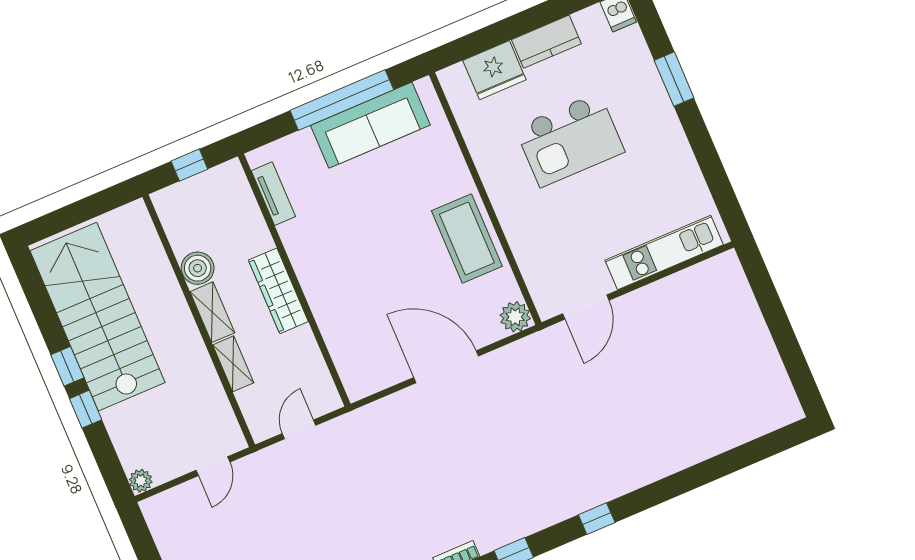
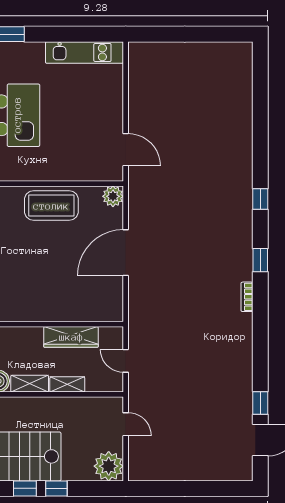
kitchen unit: (664, 253) -> (84, 52), moved, turned -90
wardrobe: (278, 291) -> (71, 337), moved
plant: (141, 481) -> (109, 466), width x1.88, depth x1.88

